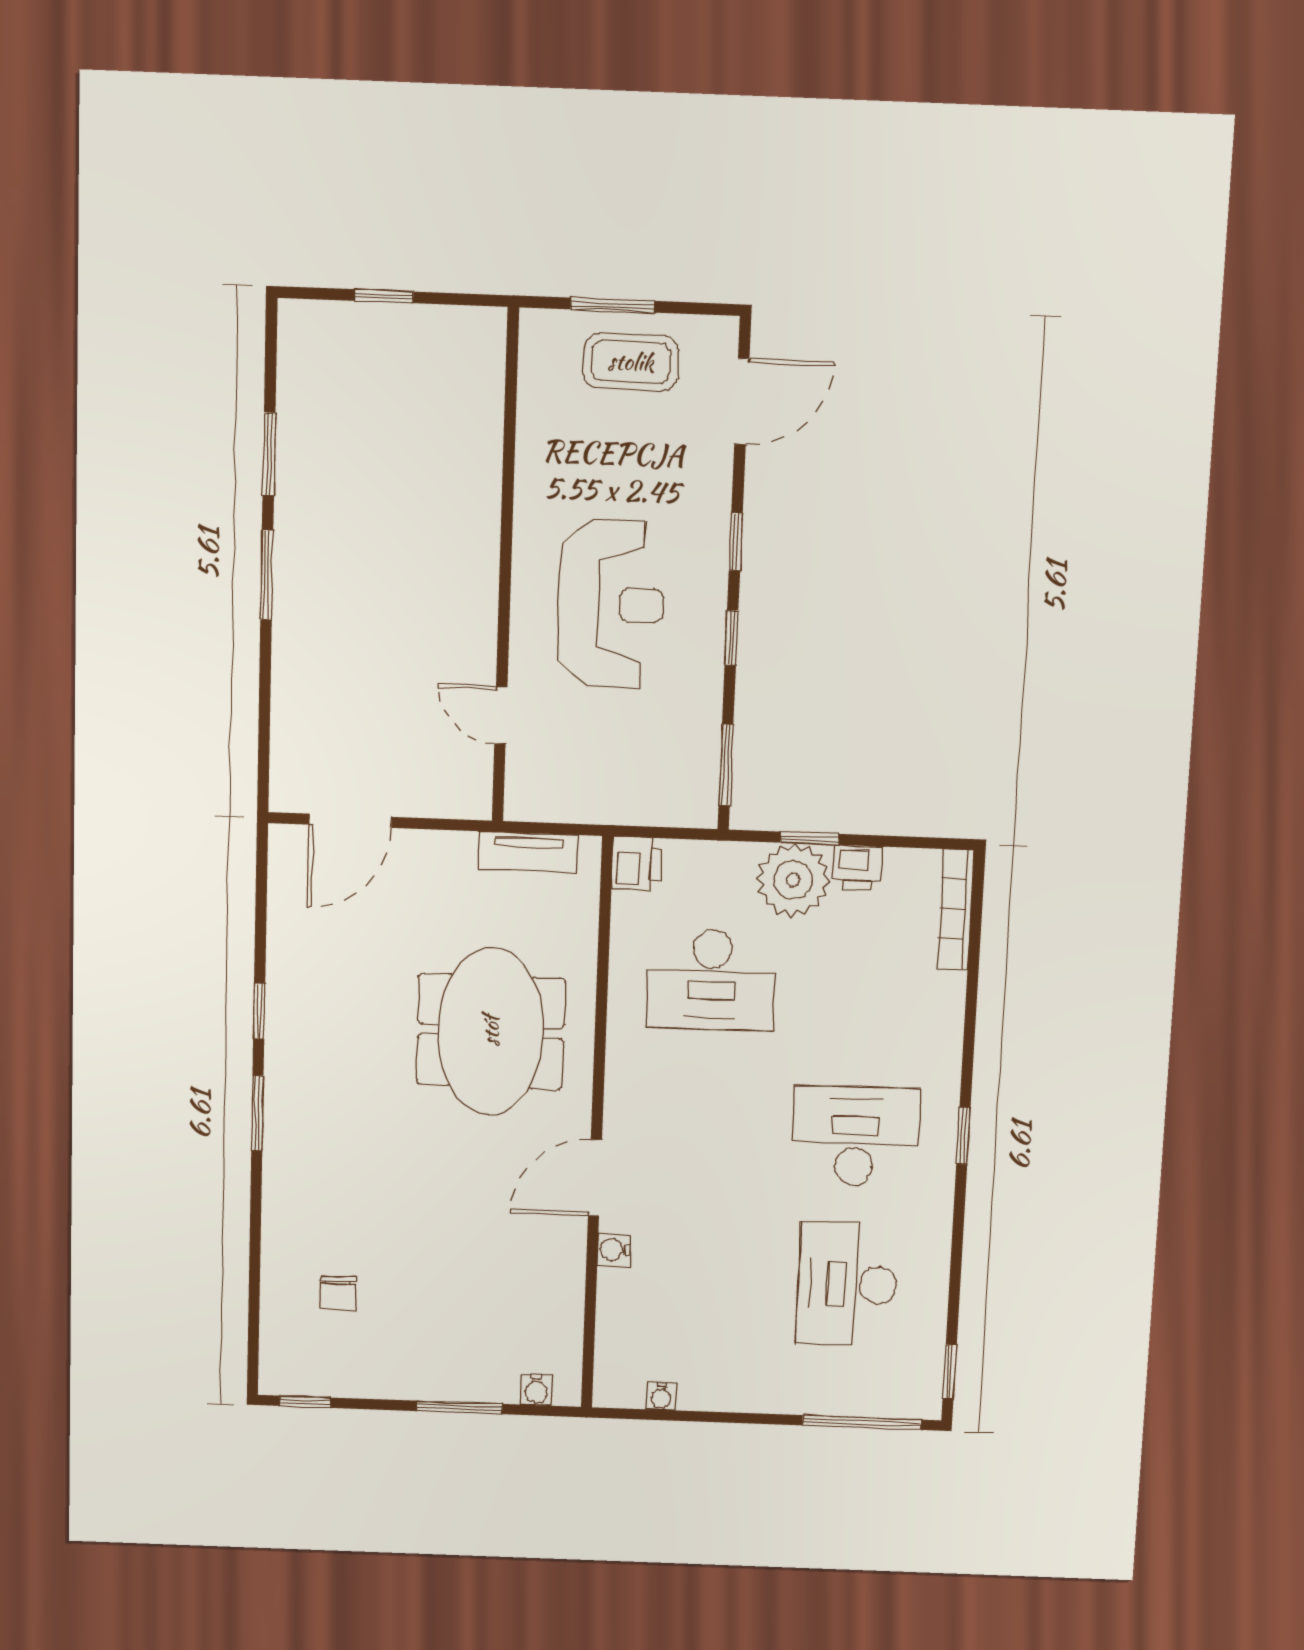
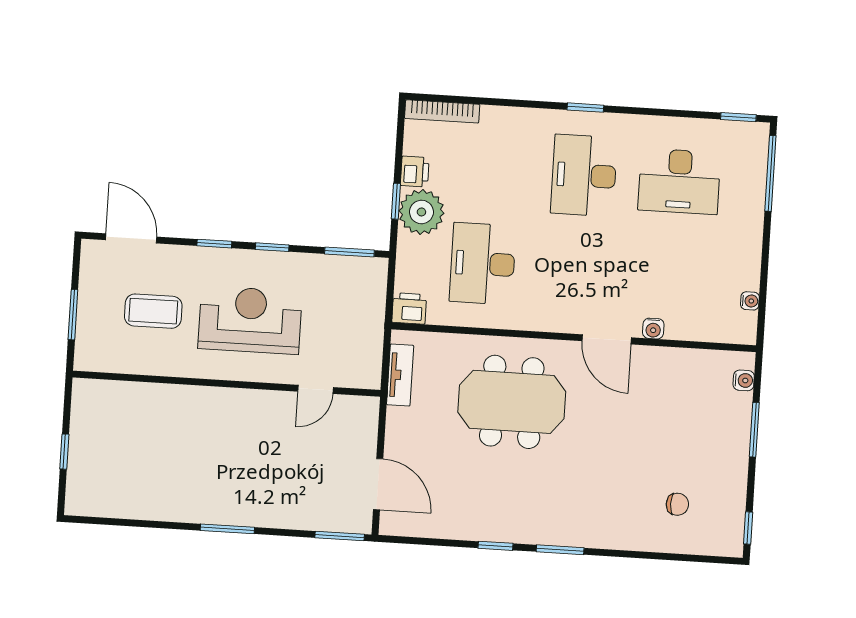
coffee table: (631, 362) -> (153, 311), moved, turned 90
window: (269, 454) -> (340, 536), moved
desk: (711, 980) -> (483, 264), turned 180

